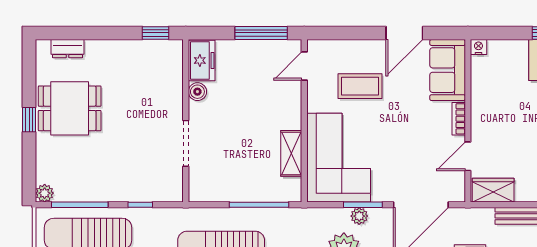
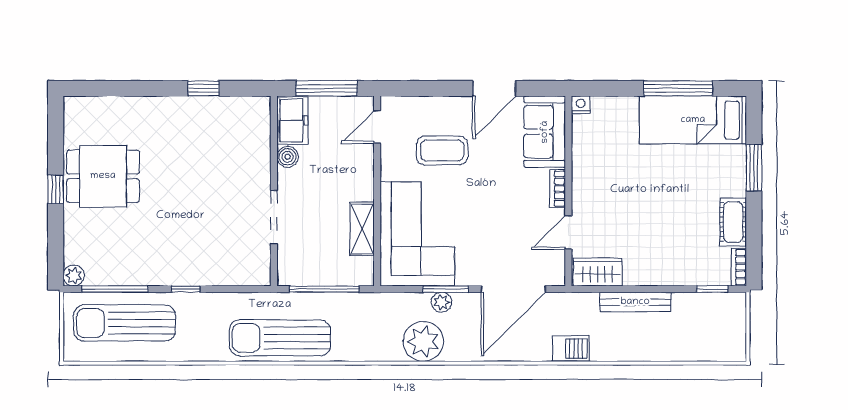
dresser: (68, 49) -> (101, 107), removed
freezer: (202, 60) -> (292, 120), moved
boiler: (197, 92) -> (288, 157), moved
wall: (186, 121) -> (274, 191), moved
doorway: (186, 143) -> (274, 217), moved

